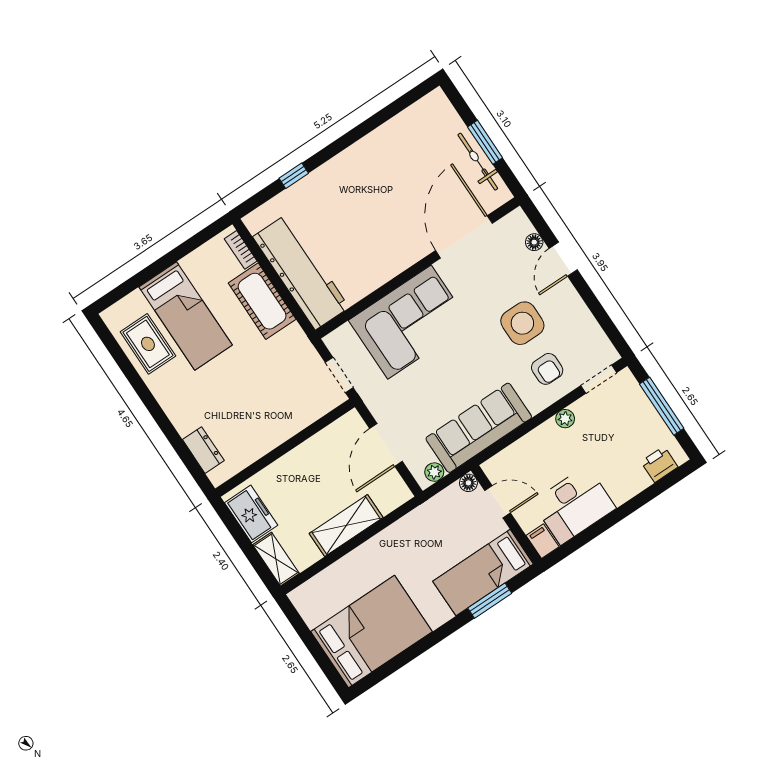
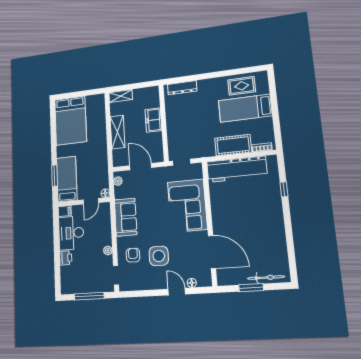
bicycle: (478, 162) -> (266, 278), moved
armchair: (547, 369) -> (133, 255), turned 90
sofa: (479, 428) -> (126, 217), width x0.73
dresser: (203, 450) -> (182, 88), width x1.44
printer: (659, 464) -> (66, 258), moved
freezer: (251, 514) -> (153, 120), moved, turned 90

